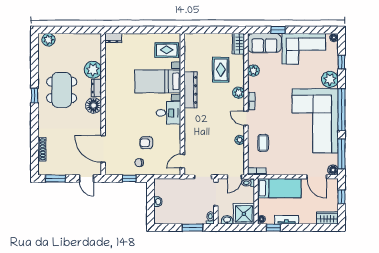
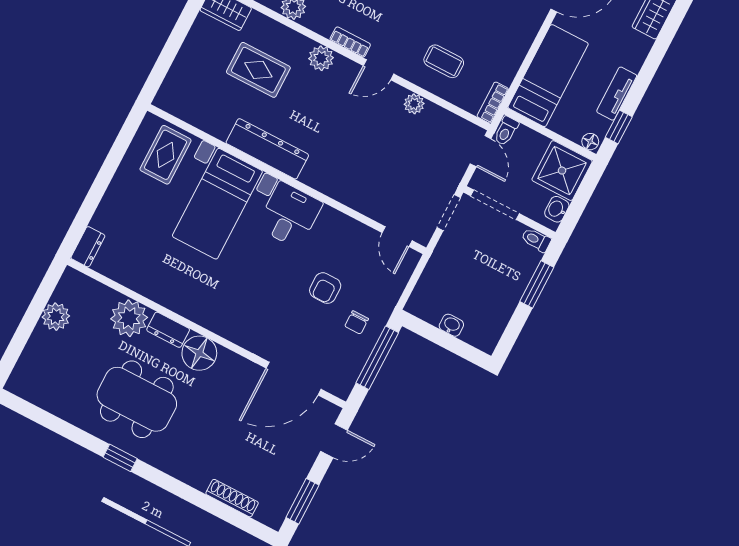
plant: (48, 40) -> (56, 317), moved
window: (129, 178) -> (377, 358), width x2.17

